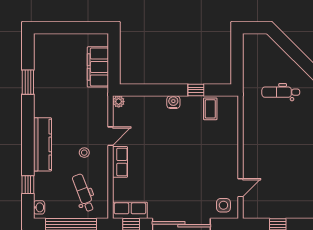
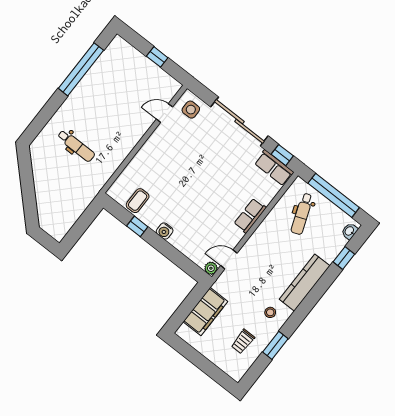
trolley: (54, 66) -> (243, 342), added
dental chair: (281, 92) -> (76, 146), moved
door: (111, 136) -> (229, 259), moved
stool: (84, 153) -> (270, 312), moved

